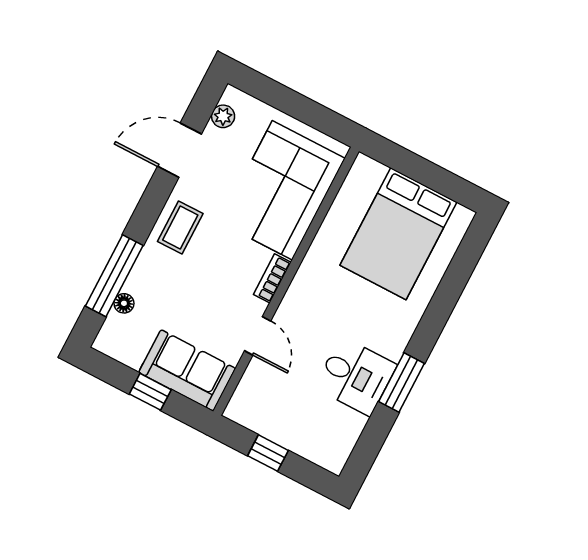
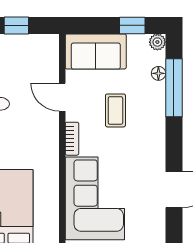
plant: (223, 116) -> (157, 42), moved
coffee table: (180, 227) -> (115, 110), moved
window: (150, 392) -> (132, 25), moved

